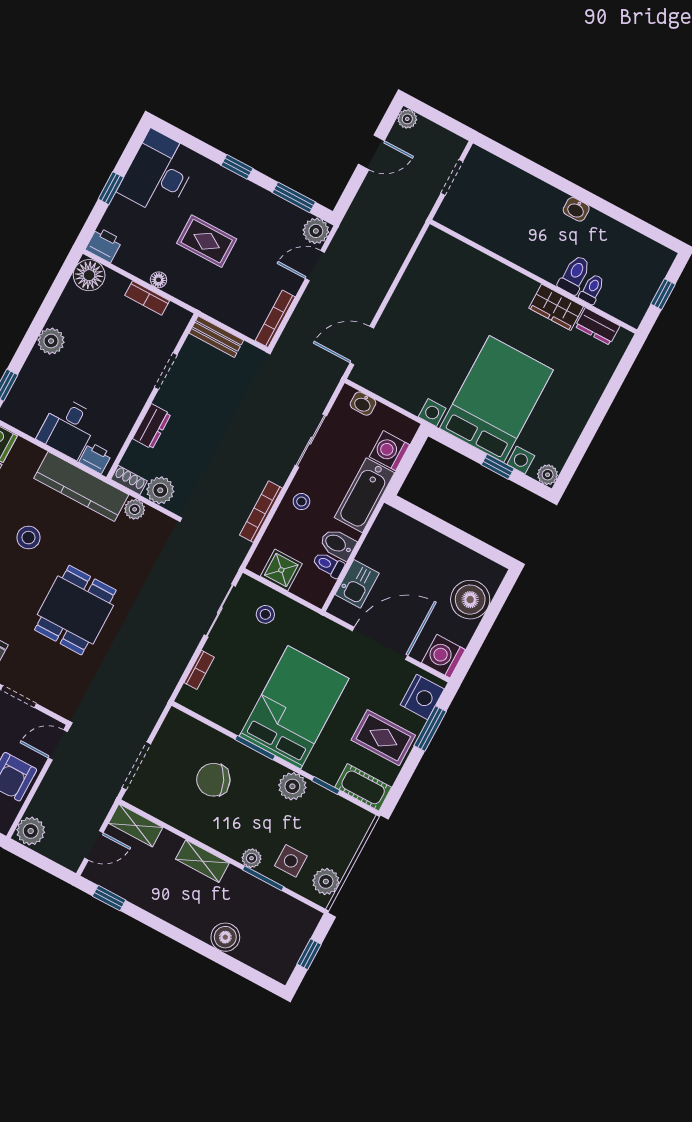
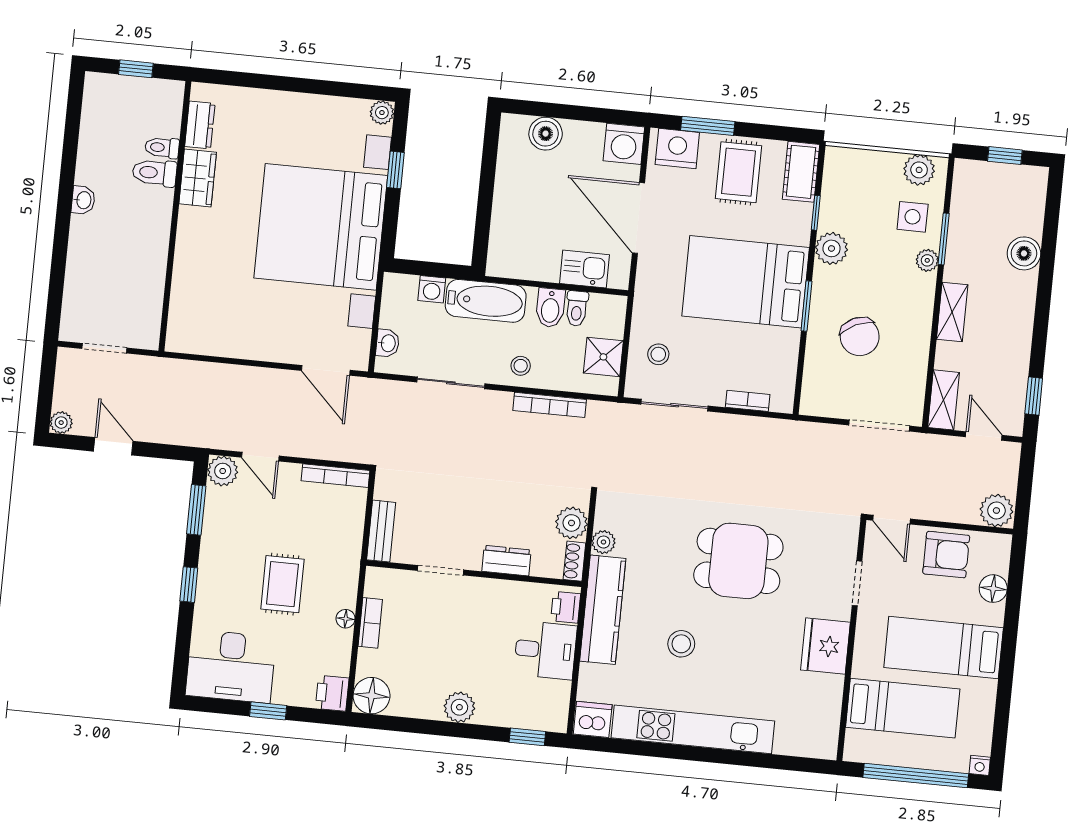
bed with nightstands: (496, 399) -> (321, 227), width x1.36
washing machine: (389, 451) -> (432, 289), width x0.73, depth x0.73
boiler: (470, 600) -> (546, 134), width x0.73, depth x0.73

